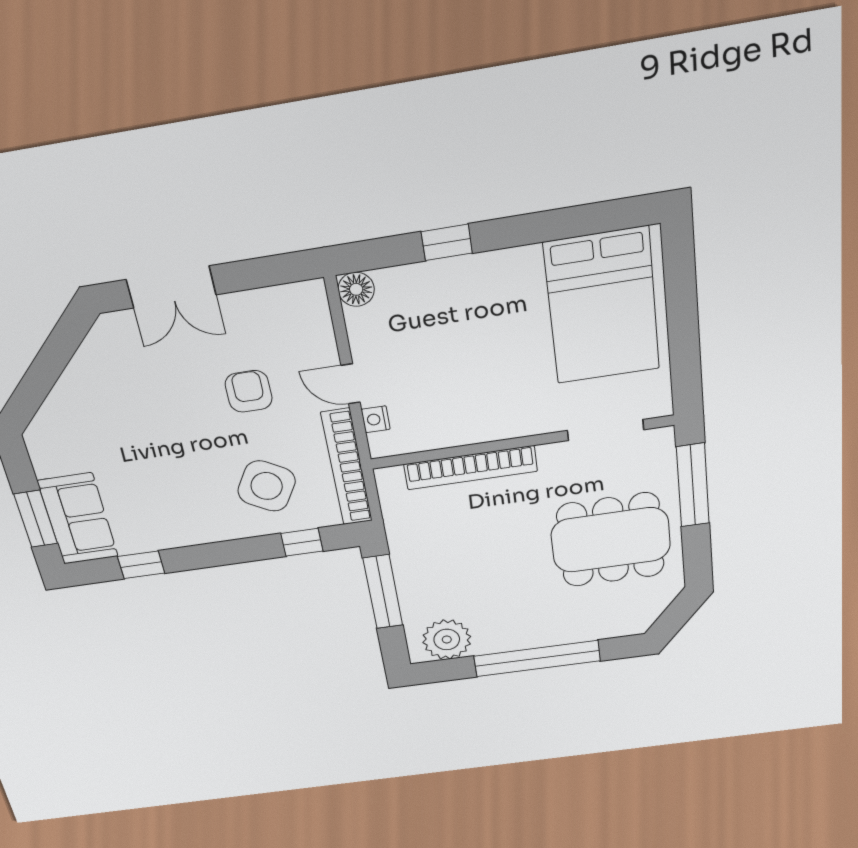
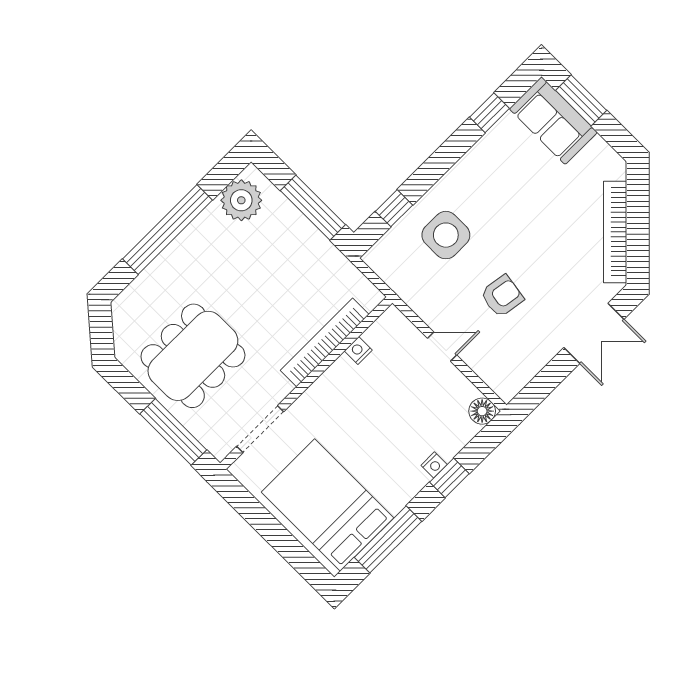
window: (568, 223) -> (388, 539), added
nightstand: (453, 268) -> (434, 465), added
double door: (171, 287) -> (594, 333), swing flipped
armchair: (249, 391) -> (502, 296), turned -81
nightstand: (376, 419) -> (358, 351), moved, turned -90
bookcase: (347, 467) -> (615, 232), moved, turned -135
side table: (267, 486) -> (446, 235), turned -30

